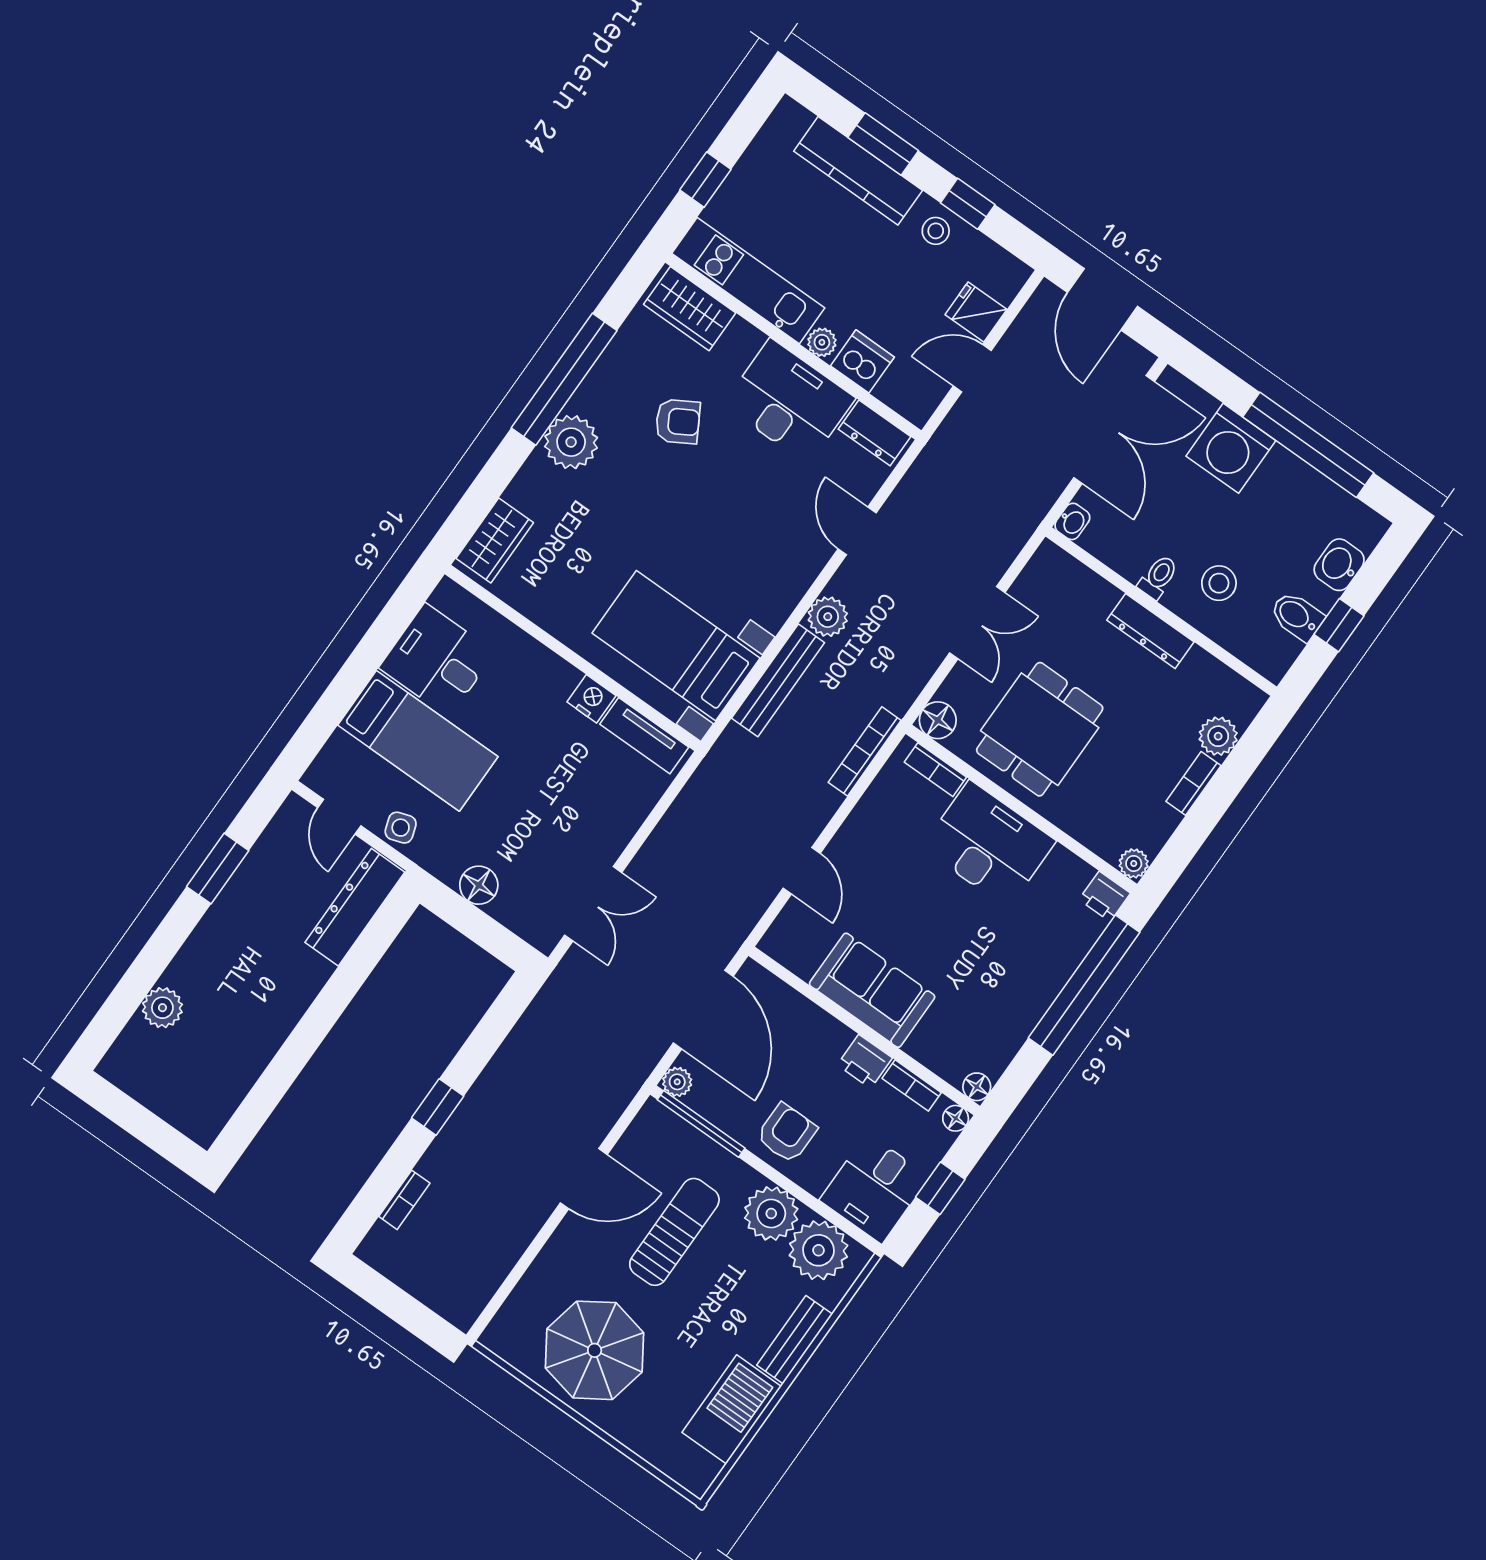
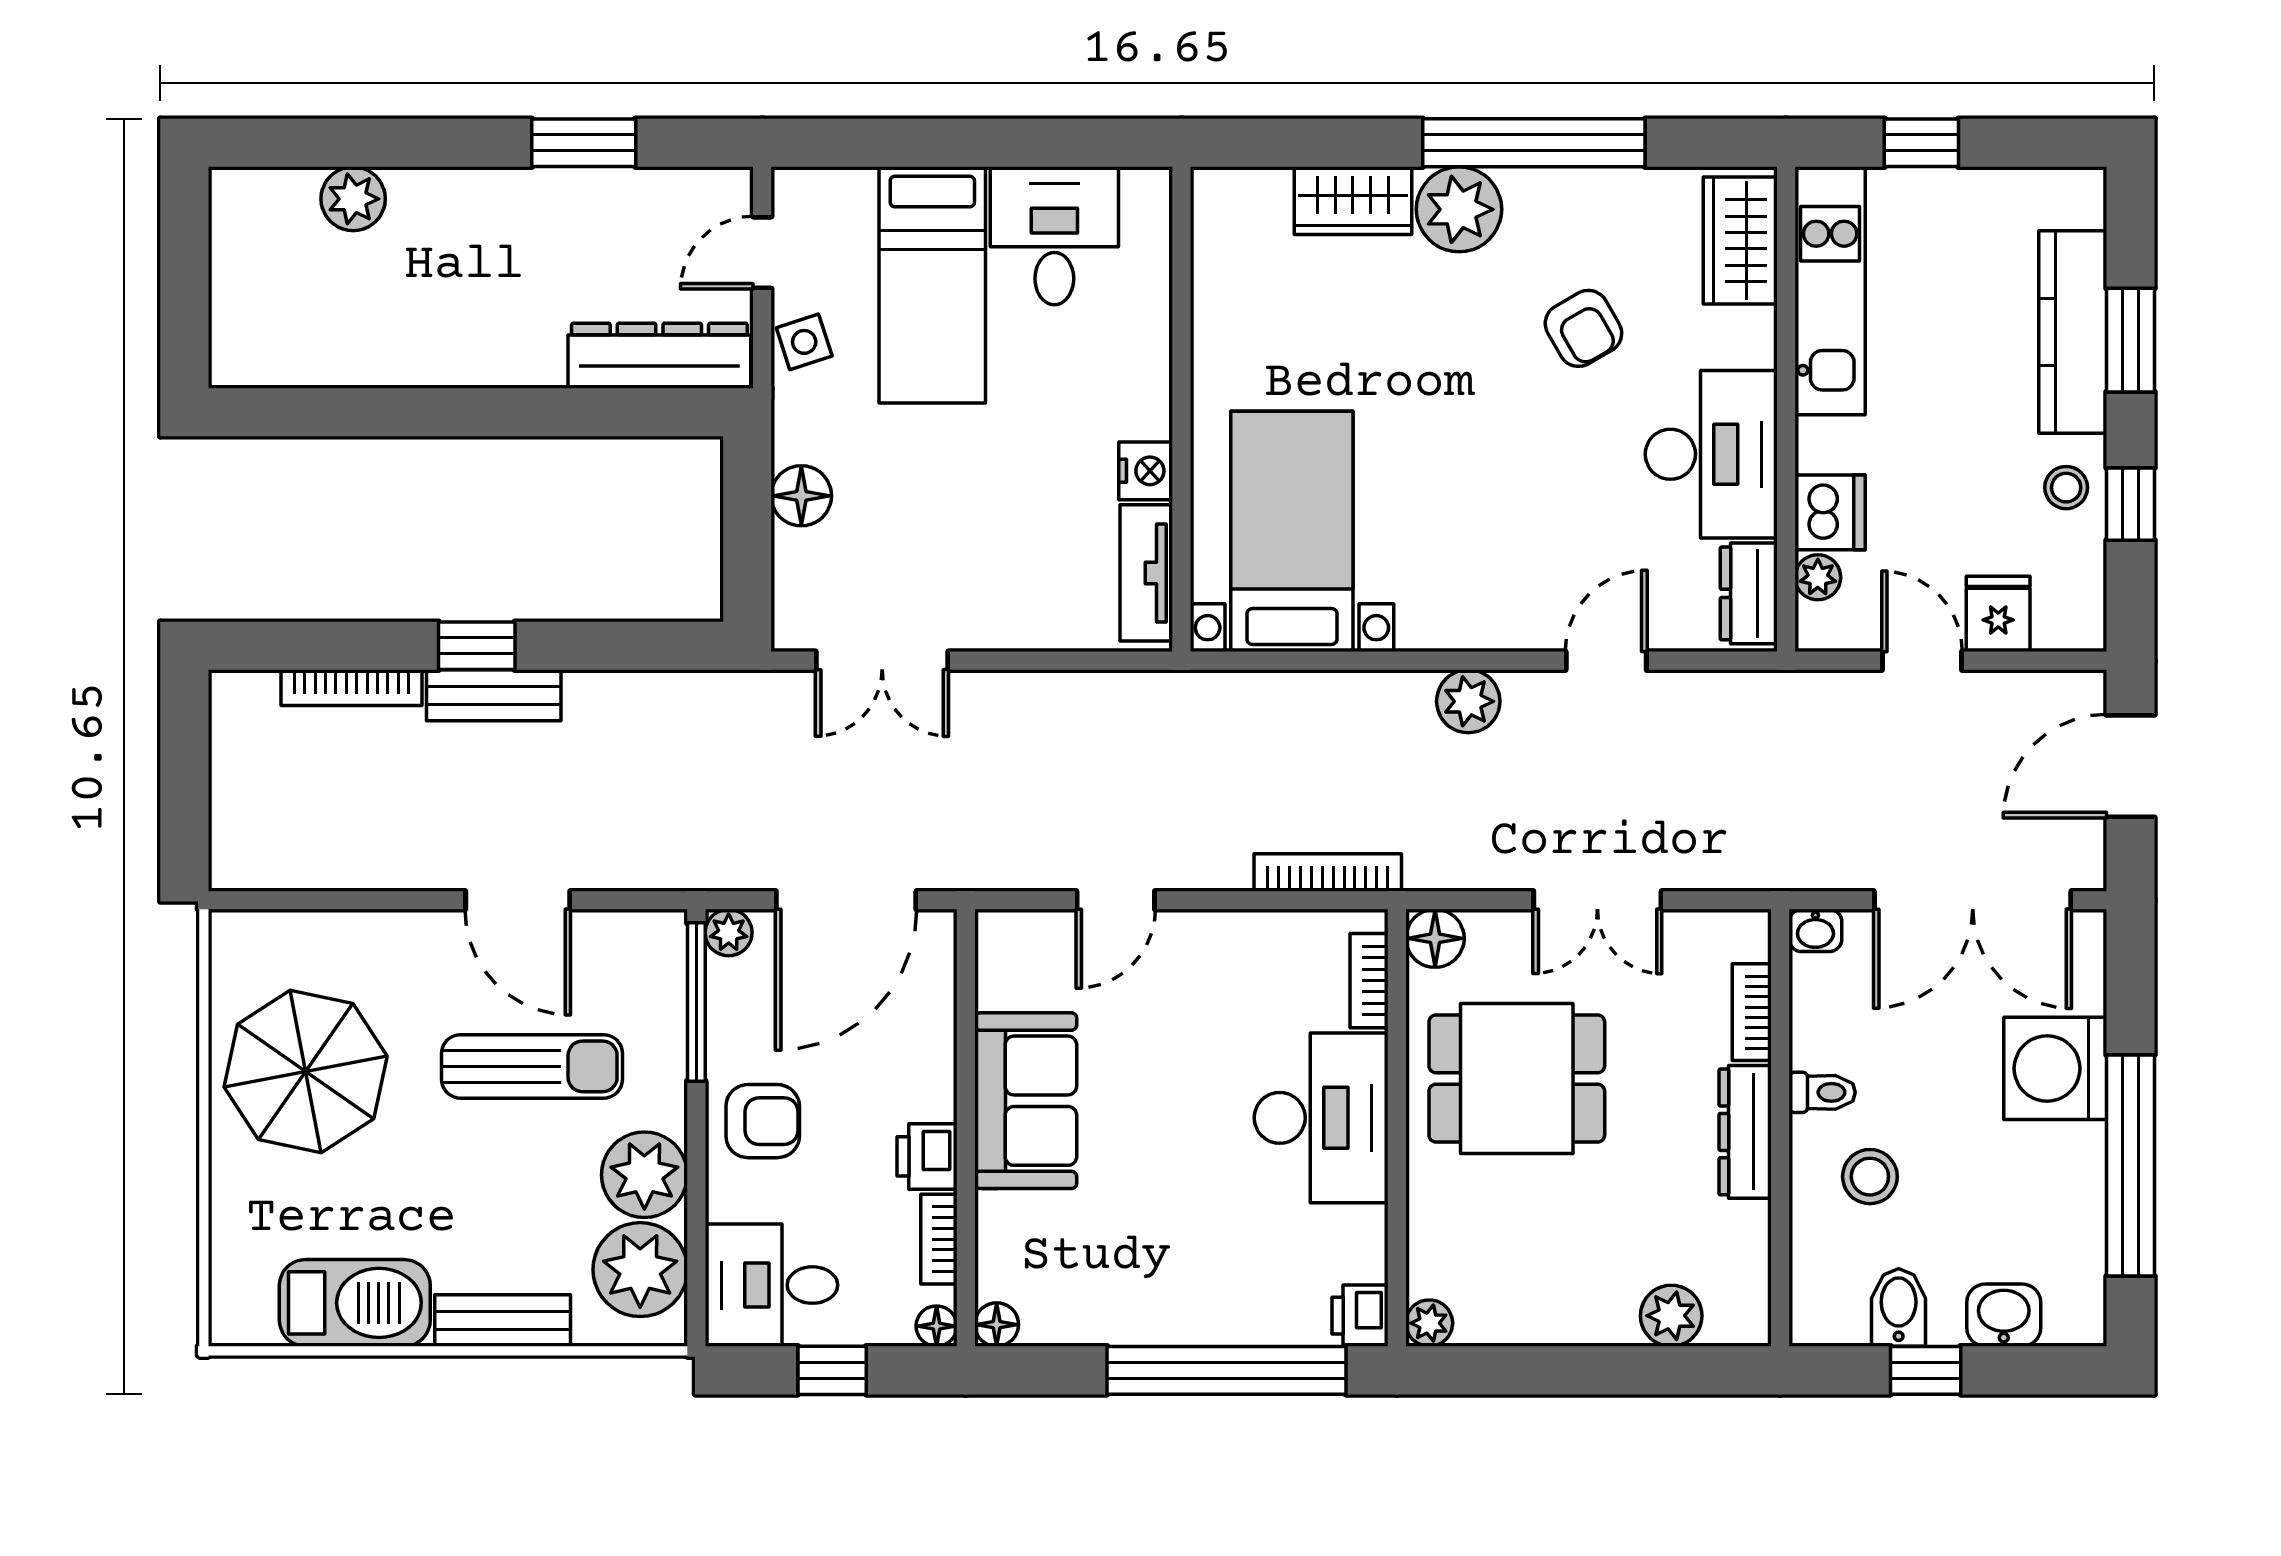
plant: (822, 342) -> (1818, 577), moved
wardrobe: (495, 541) -> (1353, 201), moved
bench: (778, 680) -> (494, 695), moved, width x0.73
bookcase: (1193, 783) -> (1752, 1012), moved, turned -90
bookcase: (404, 1200) -> (351, 688), width x1.56

